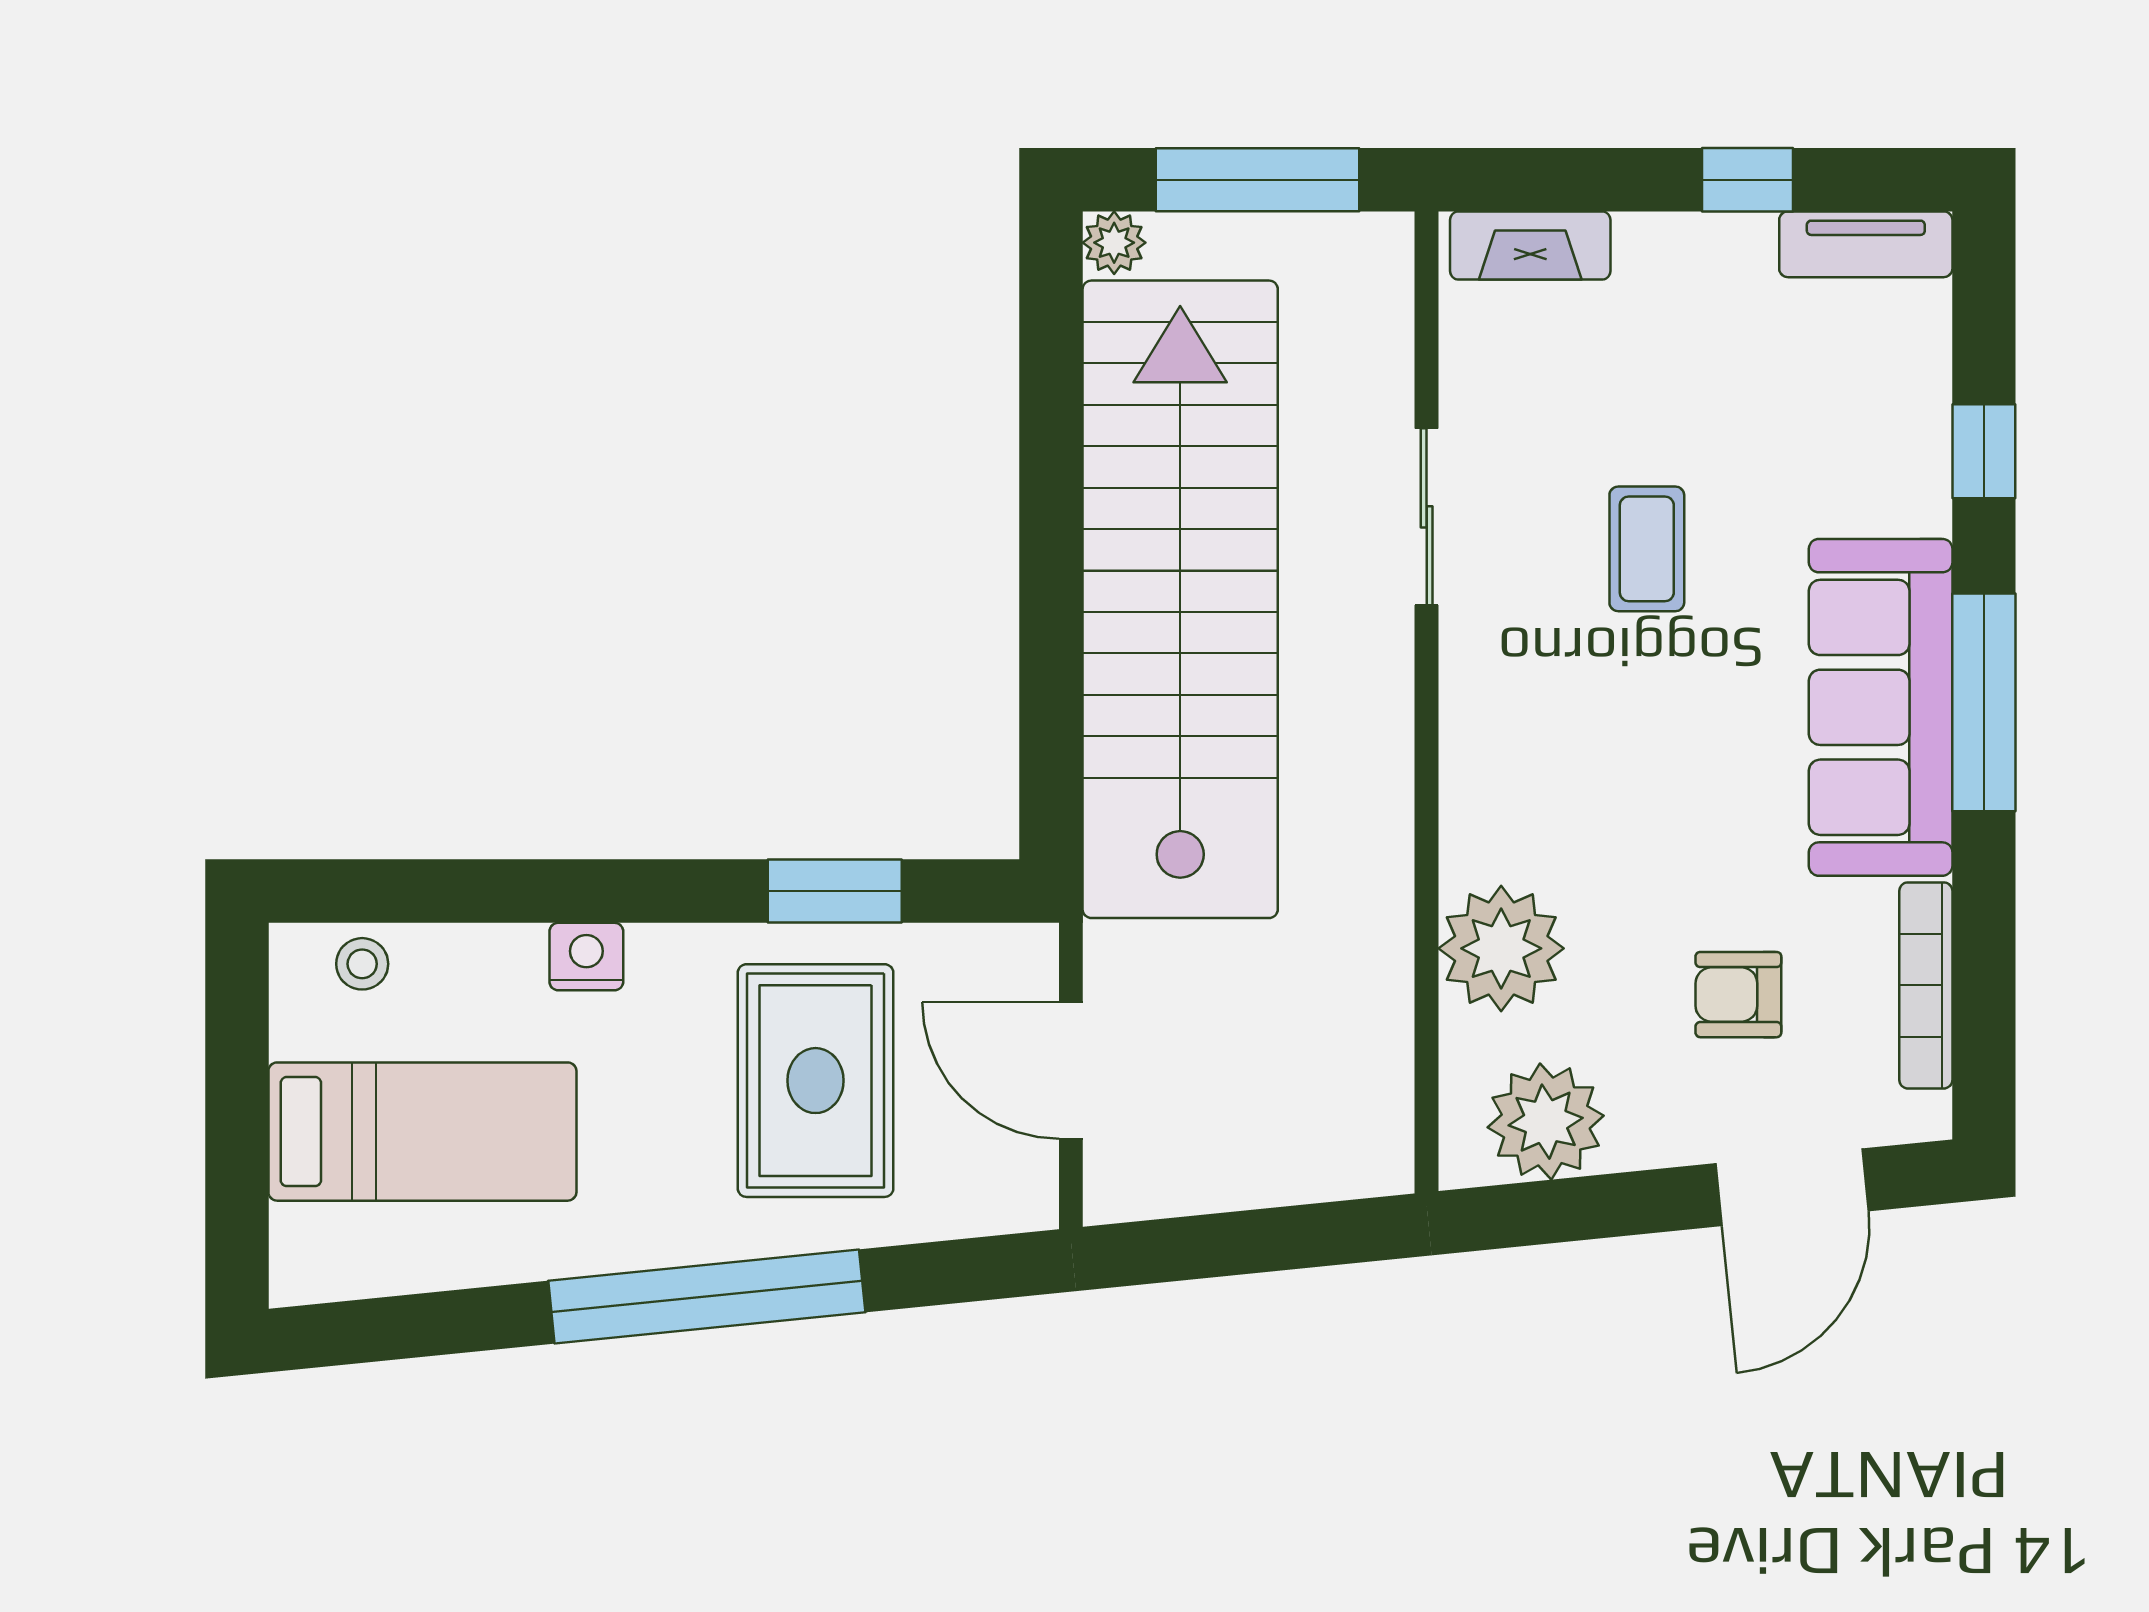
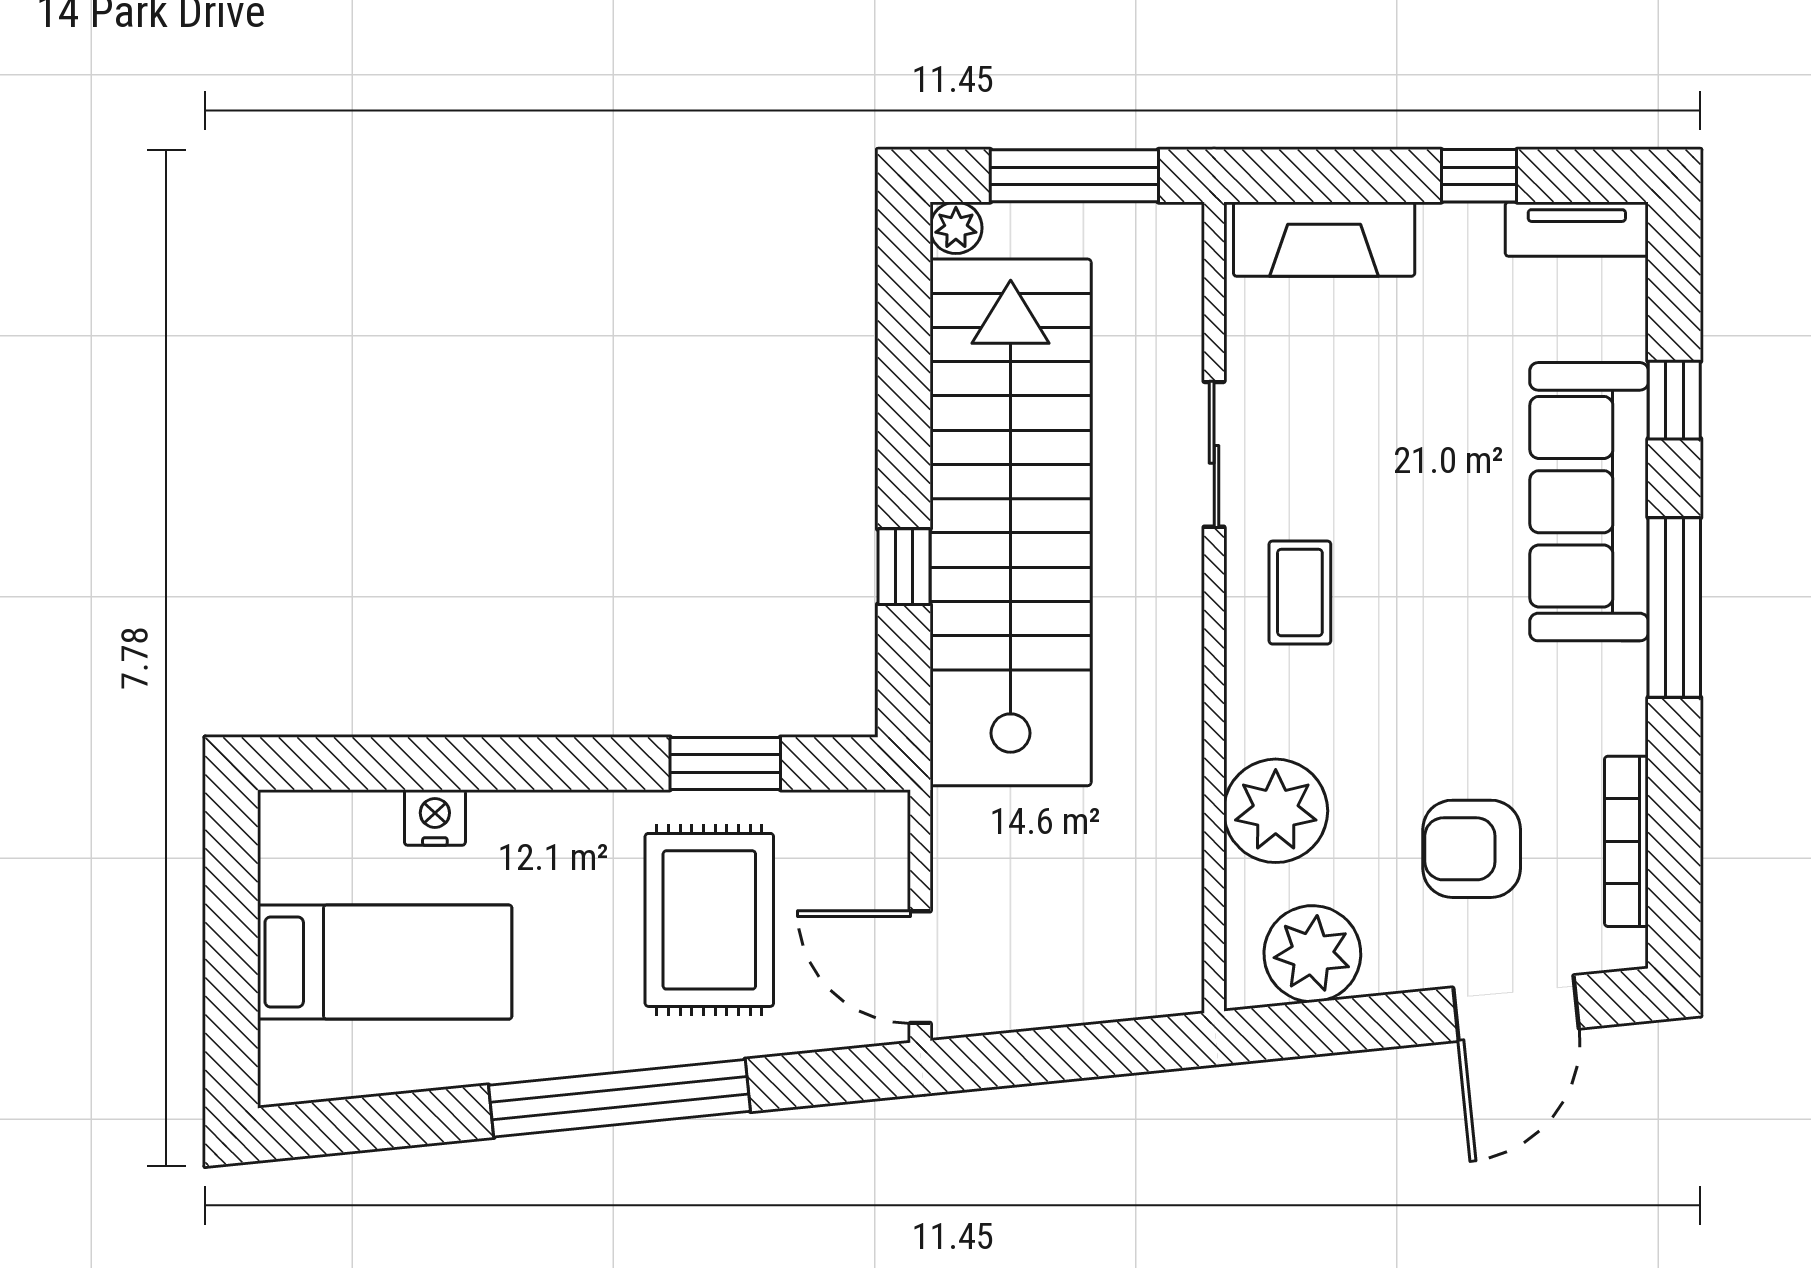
fireplace: (1530, 245) -> (1324, 239), width x1.37, depth x1.32
coffee table: (1647, 549) -> (1300, 593), moved
window: (1051, 653) -> (904, 567), added
sofa: (1881, 707) -> (1589, 502), moved
nightstand: (586, 957) -> (435, 817), moved
stool: (362, 964) -> (335, 824), removed
armchair: (1738, 995) -> (1472, 849), width x1.38, depth x1.38
door: (1071, 1071) -> (920, 967), moved

